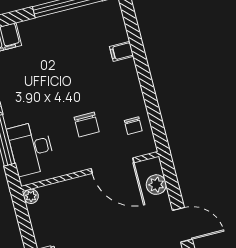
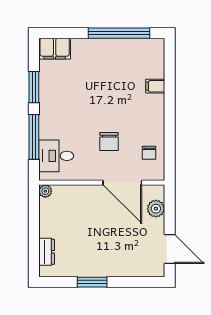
desk: (31, 148) -> (56, 156), width x0.73

